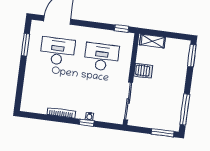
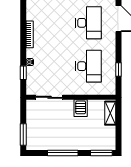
window: (122, 28) -> (119, 69), moved
sliding door: (128, 101) -> (49, 97), width x0.73
window: (185, 109) -> (63, 153), moved
window: (87, 123) -> (23, 73), moved

